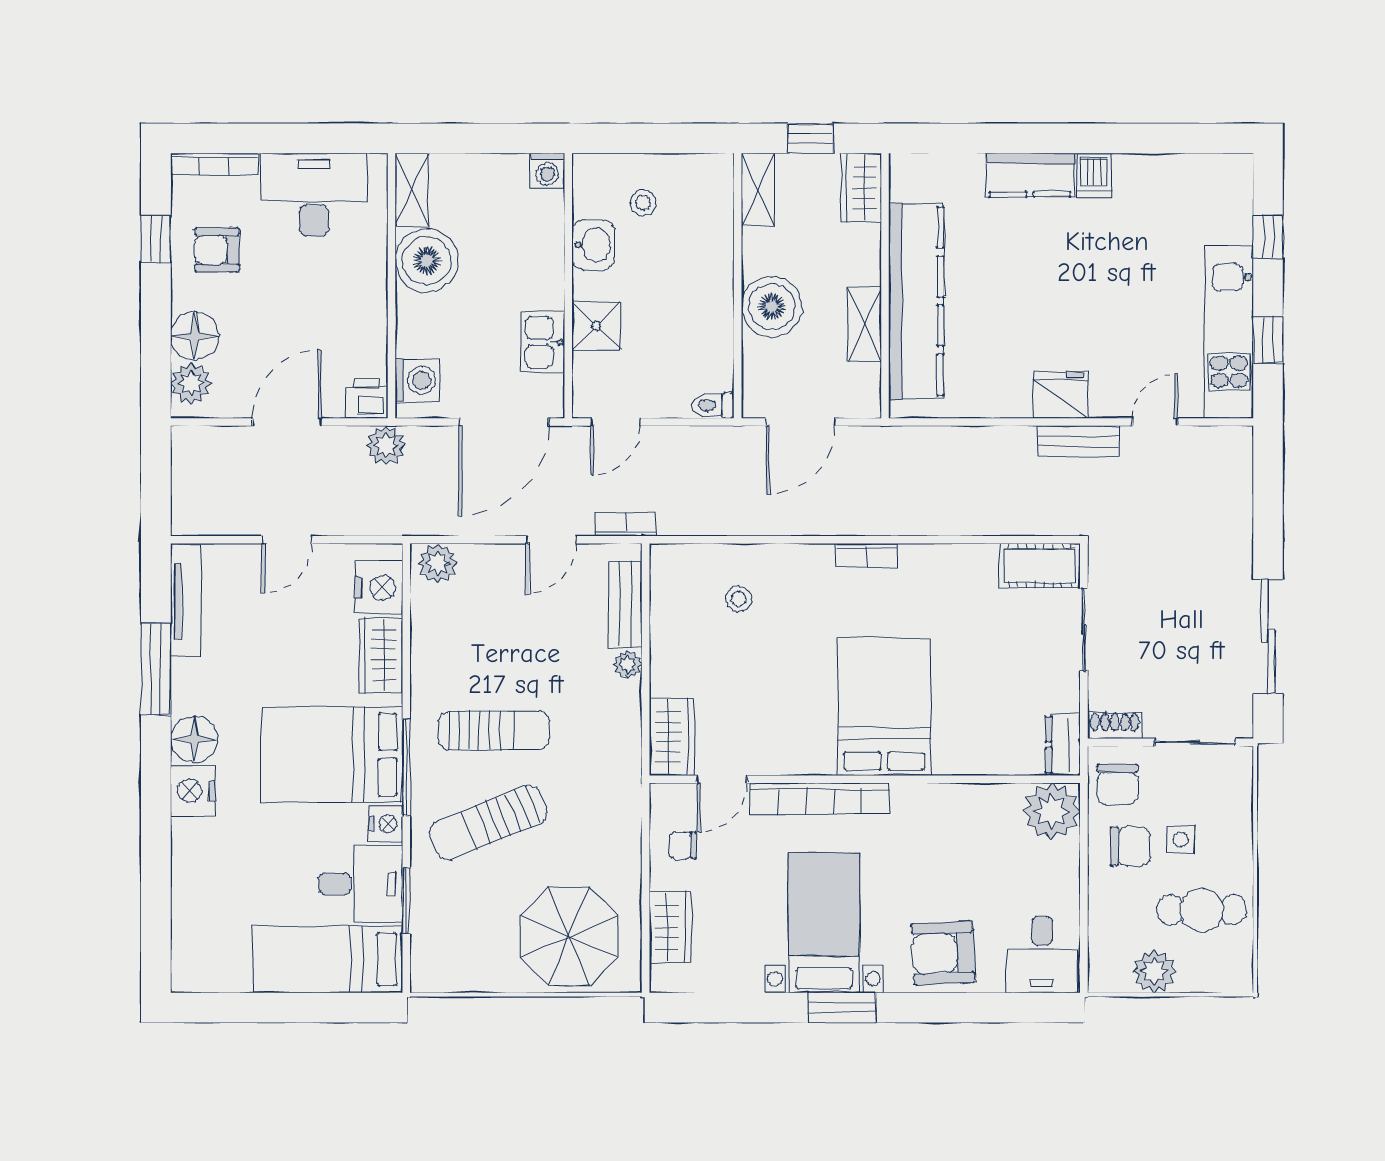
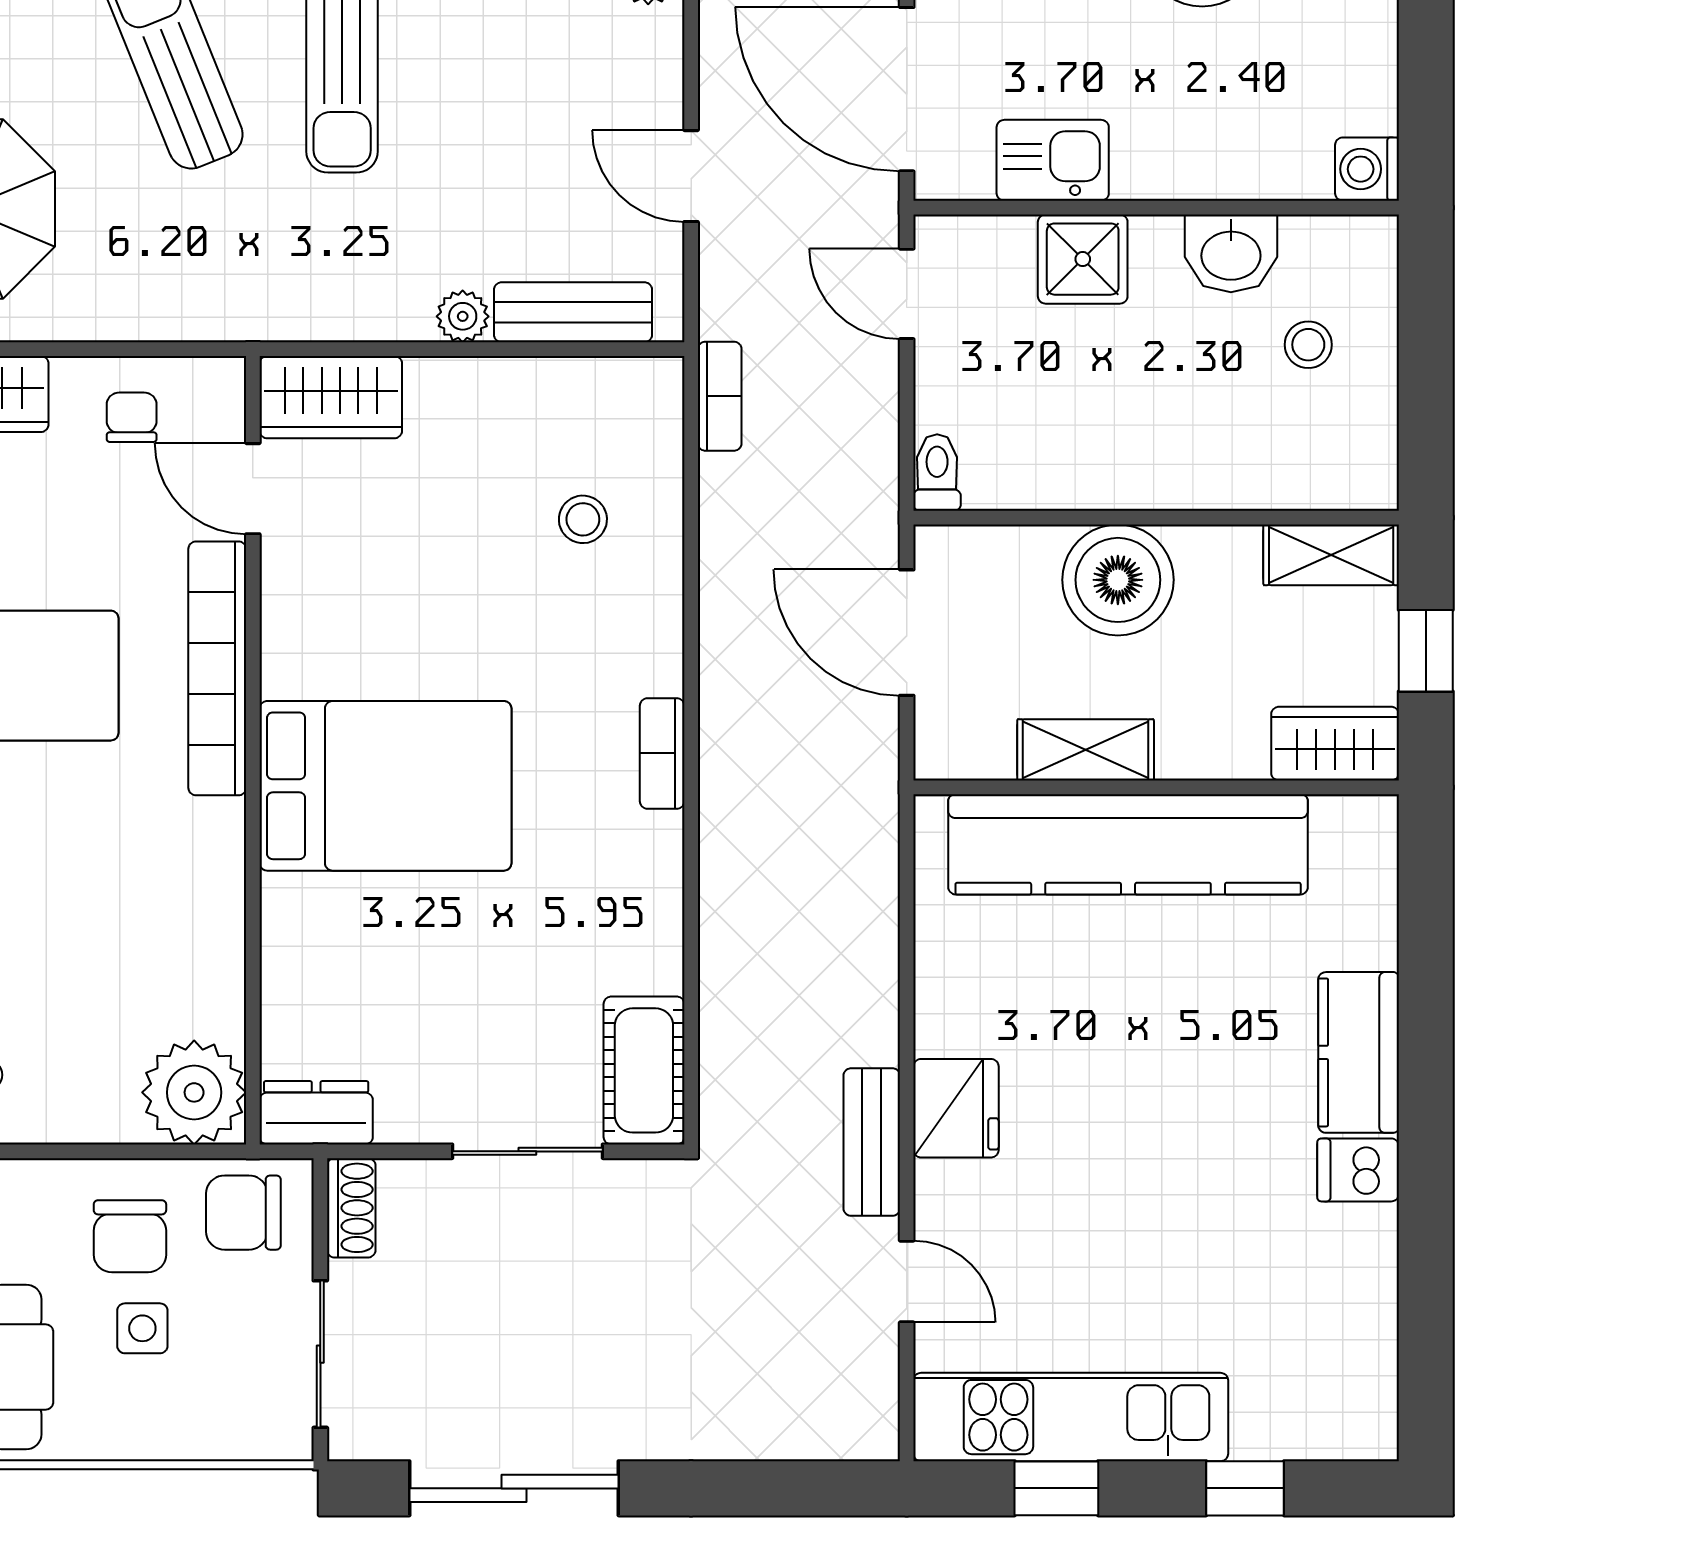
bookcase: (626, 524) -> (720, 396), moved

